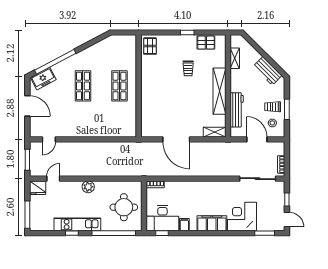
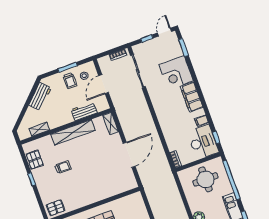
workbench: (237, 110) -> (84, 111), width x0.73

